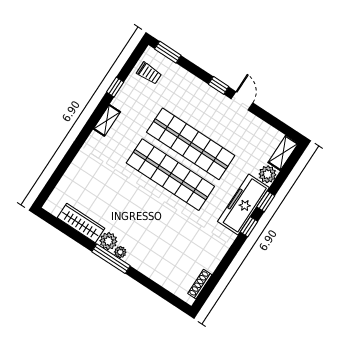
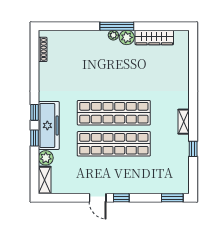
trolley: (149, 73) -> (176, 174), removed

